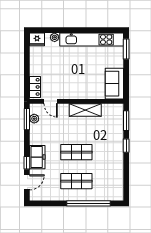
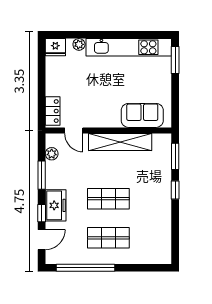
sofa: (114, 84) -> (142, 115), moved, turned 90
shelving: (85, 110) -> (120, 142), width x1.47
window: (27, 119) -> (42, 175), moved
window: (89, 203) -> (85, 268), moved

